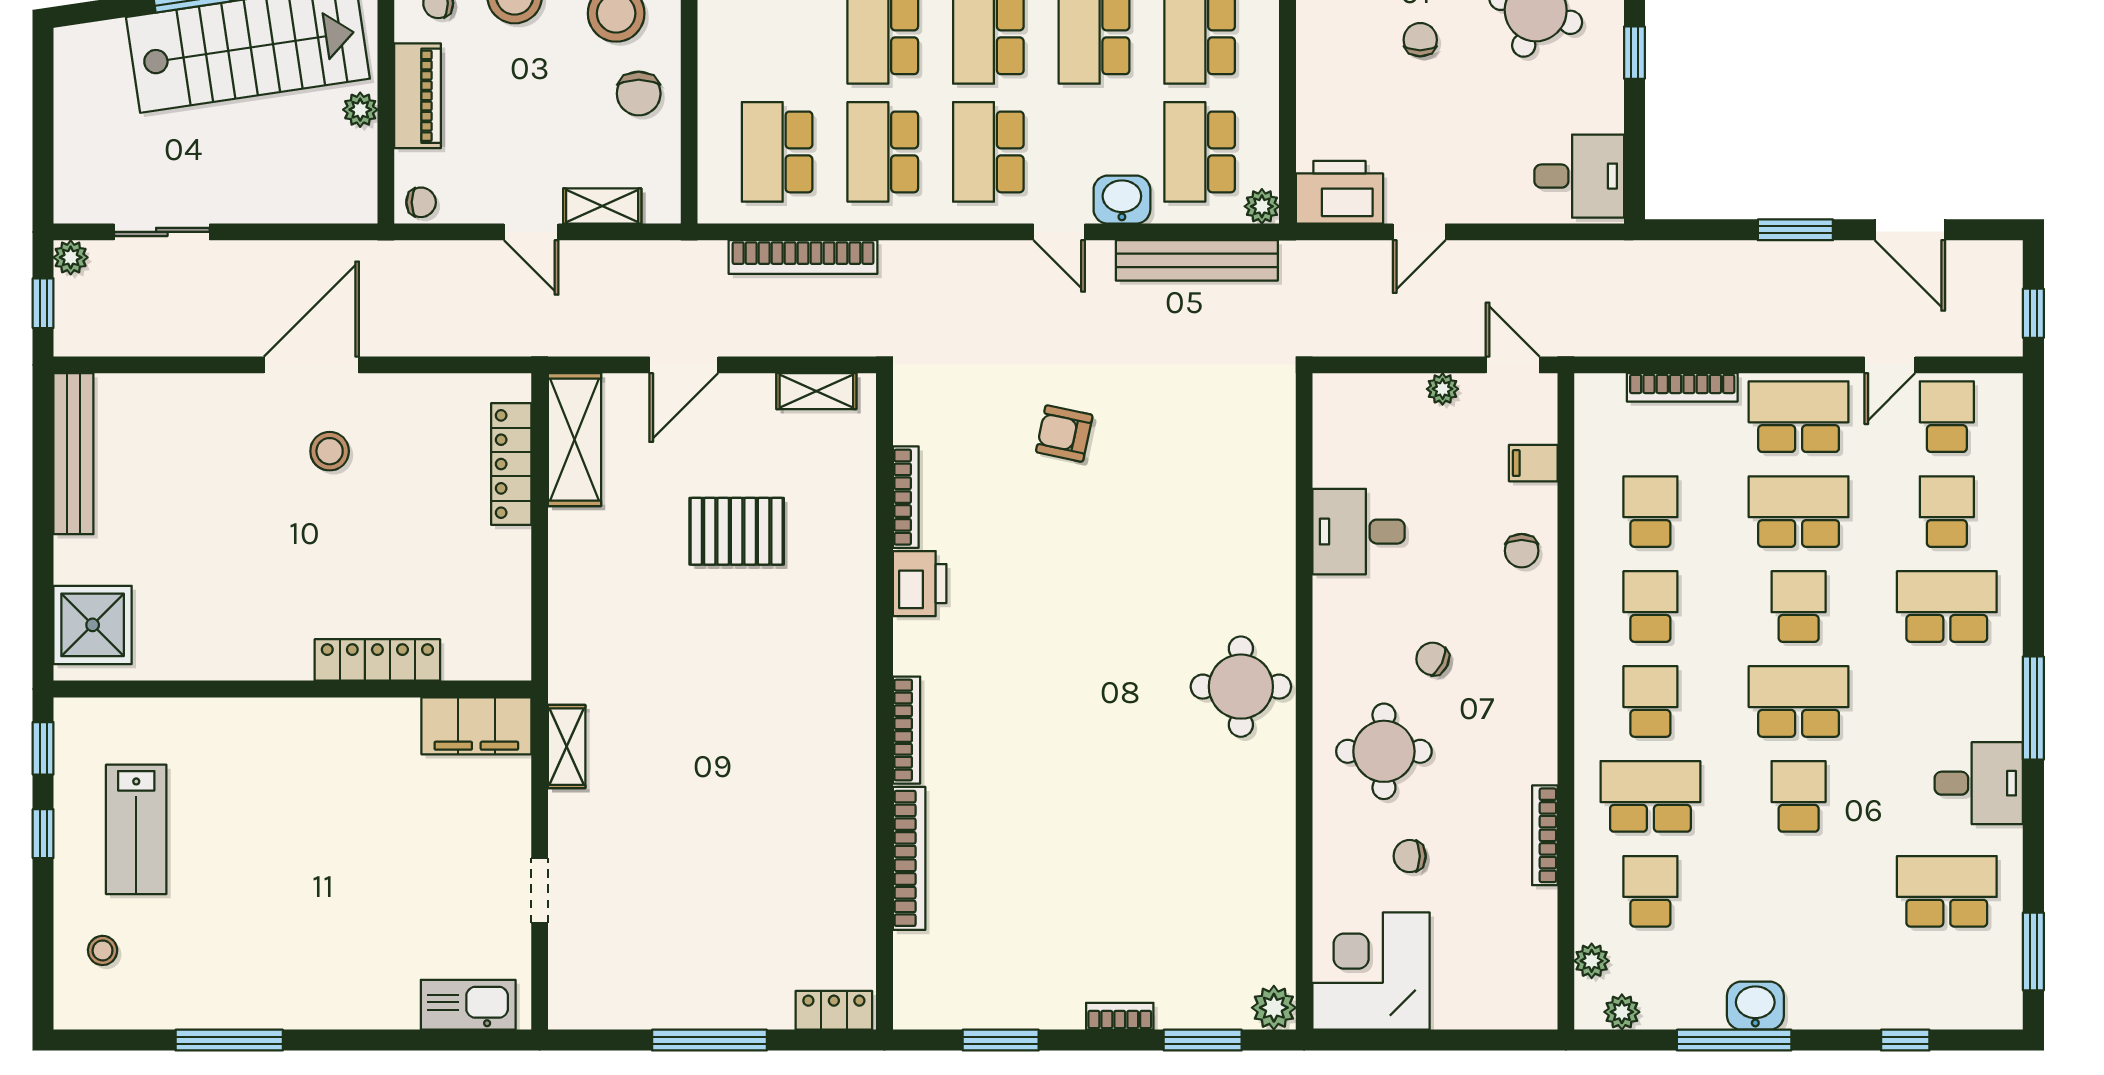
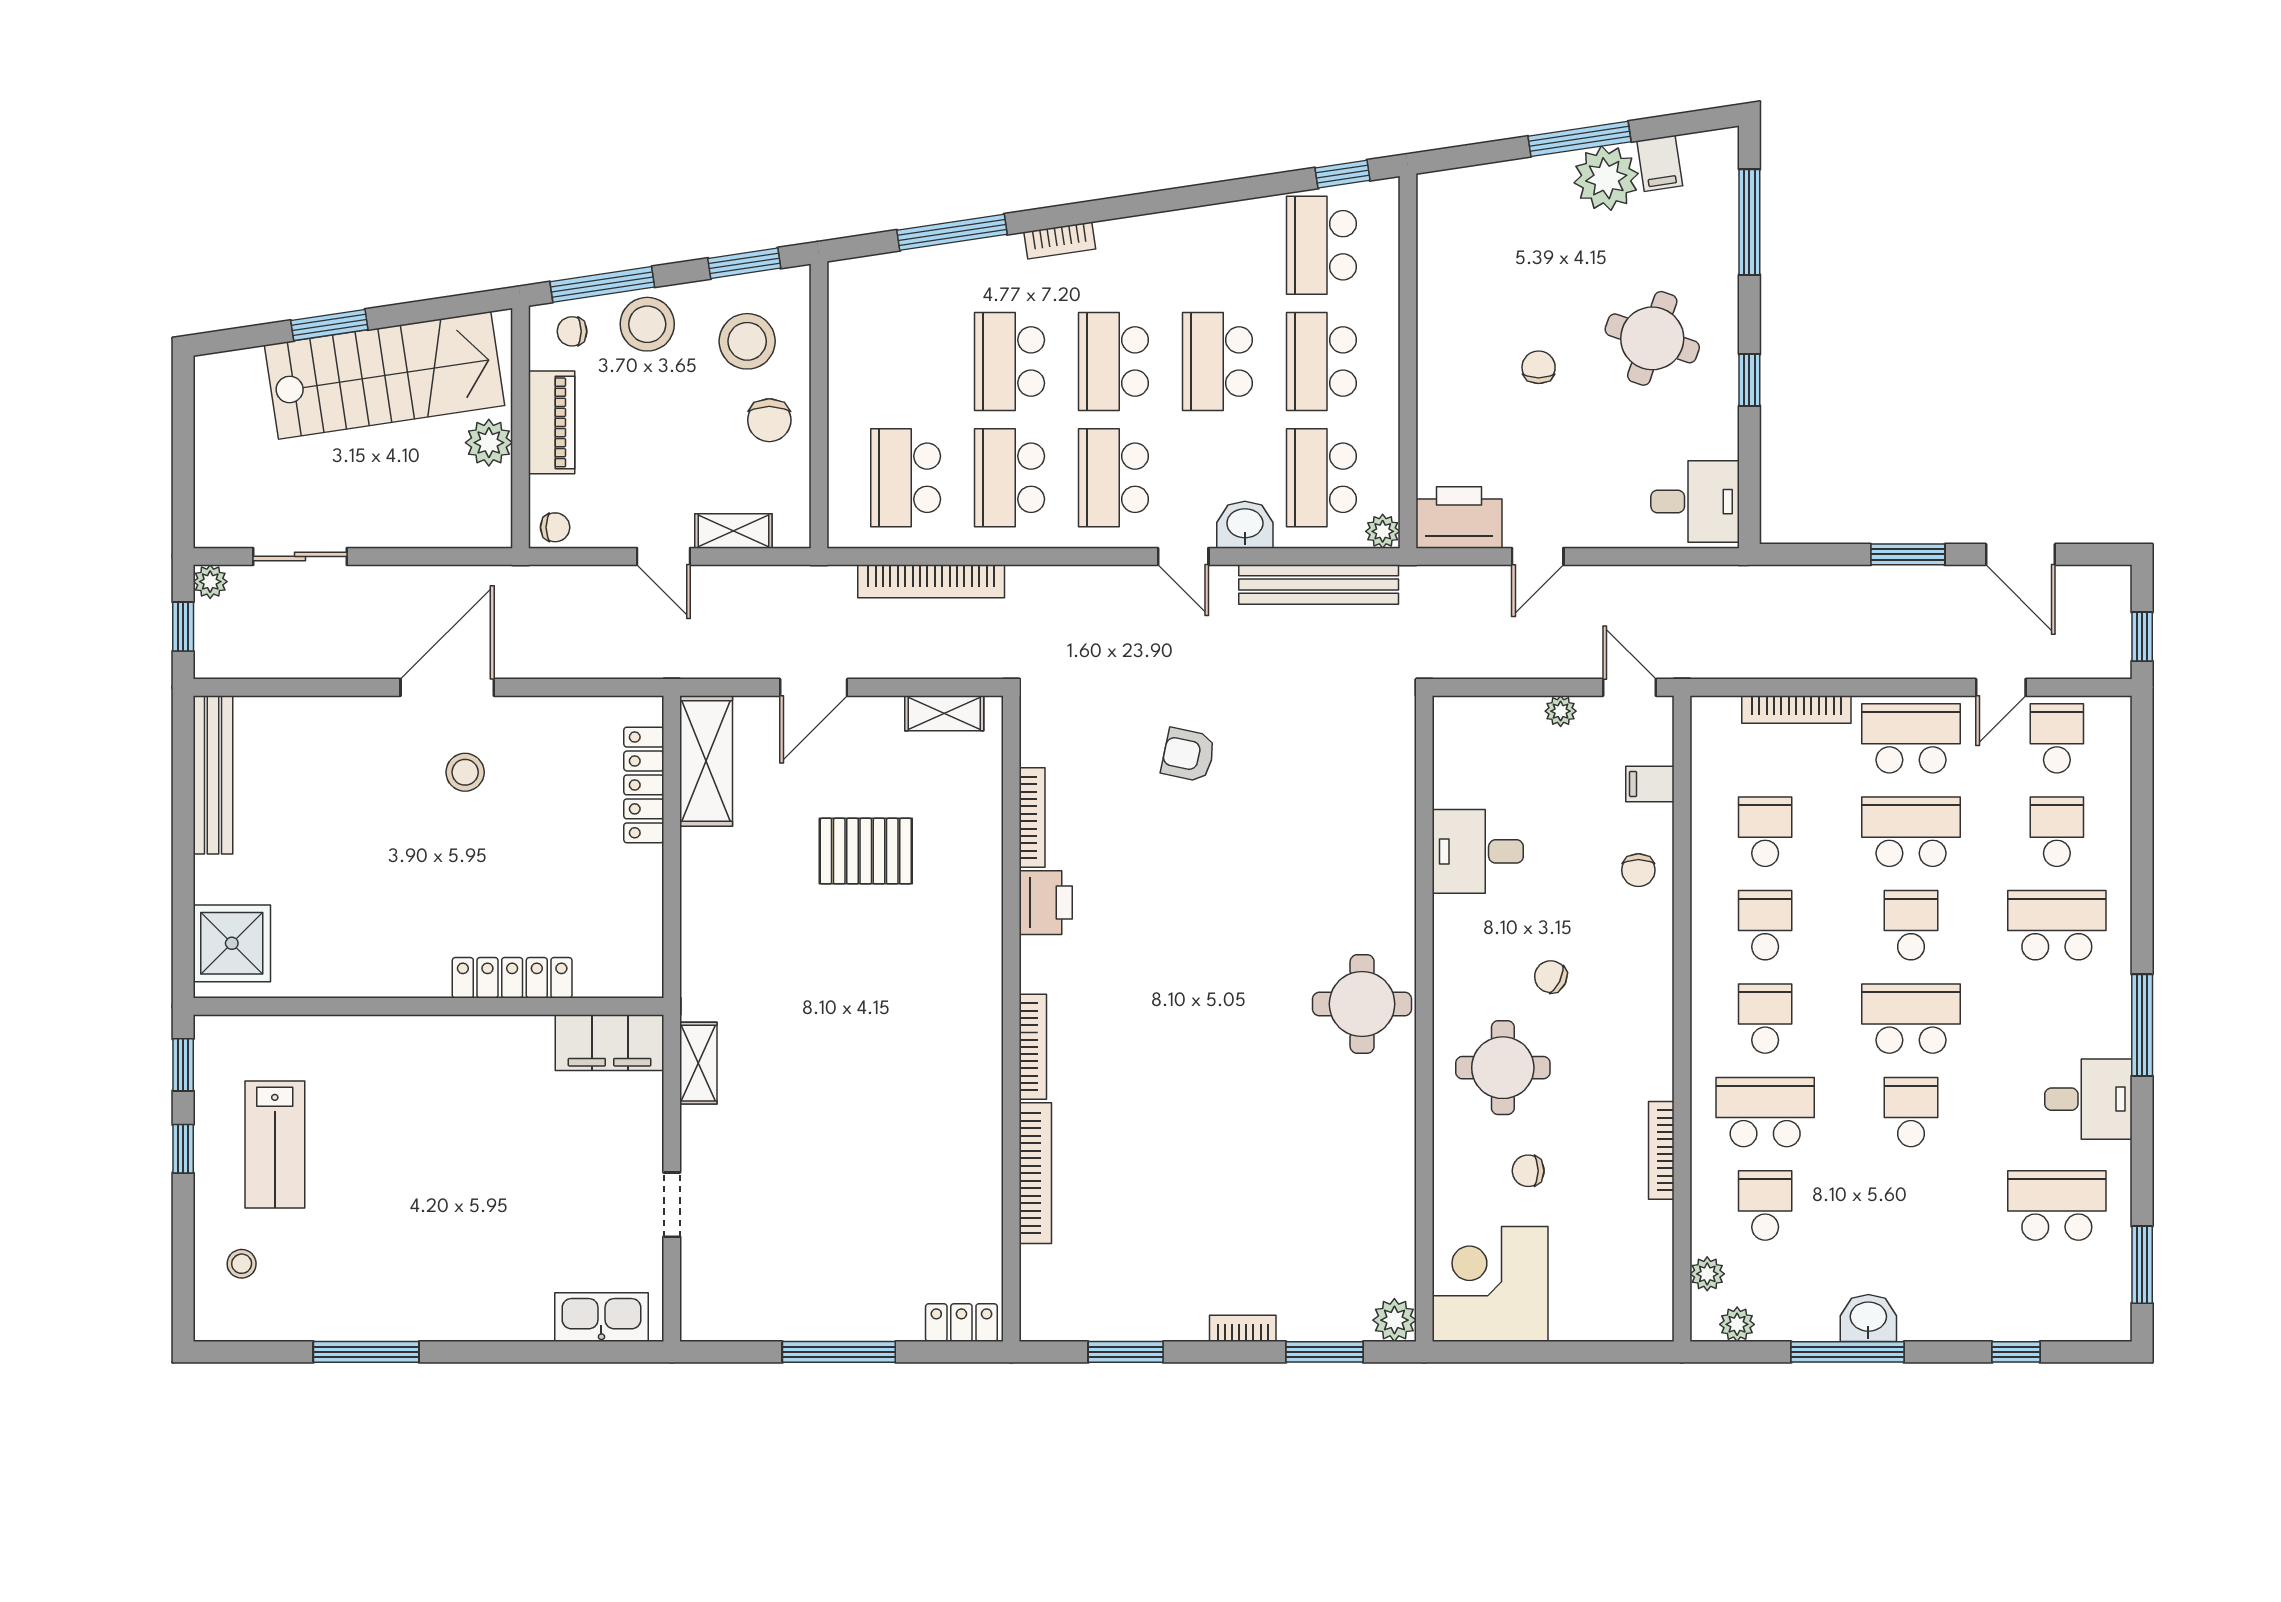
plant: (360, 110) -> (489, 443), width x1.38, depth x1.38

